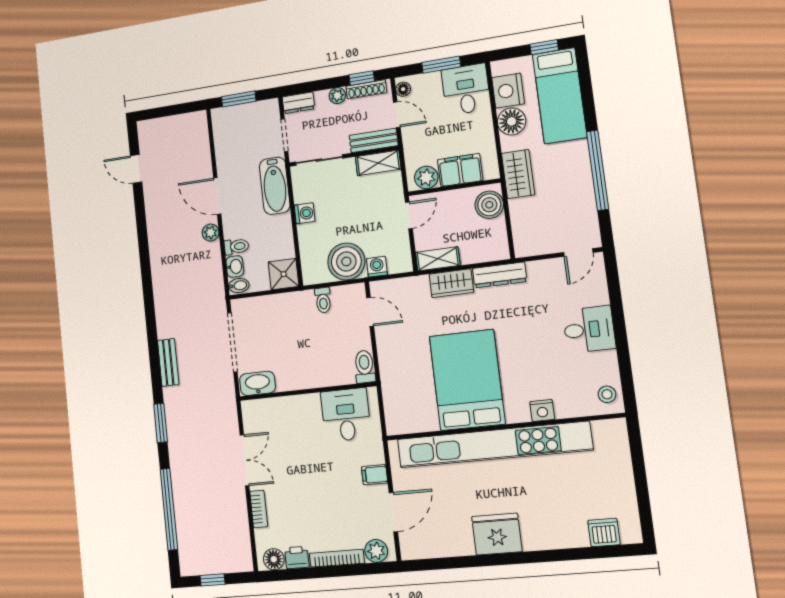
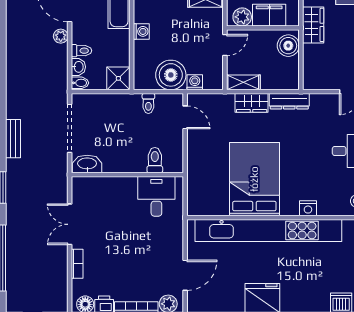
toilet: (365, 367) -> (155, 160), moved
double door: (245, 460) -> (70, 224), swing flipped
filing cabinet: (375, 475) -> (174, 245), removed

